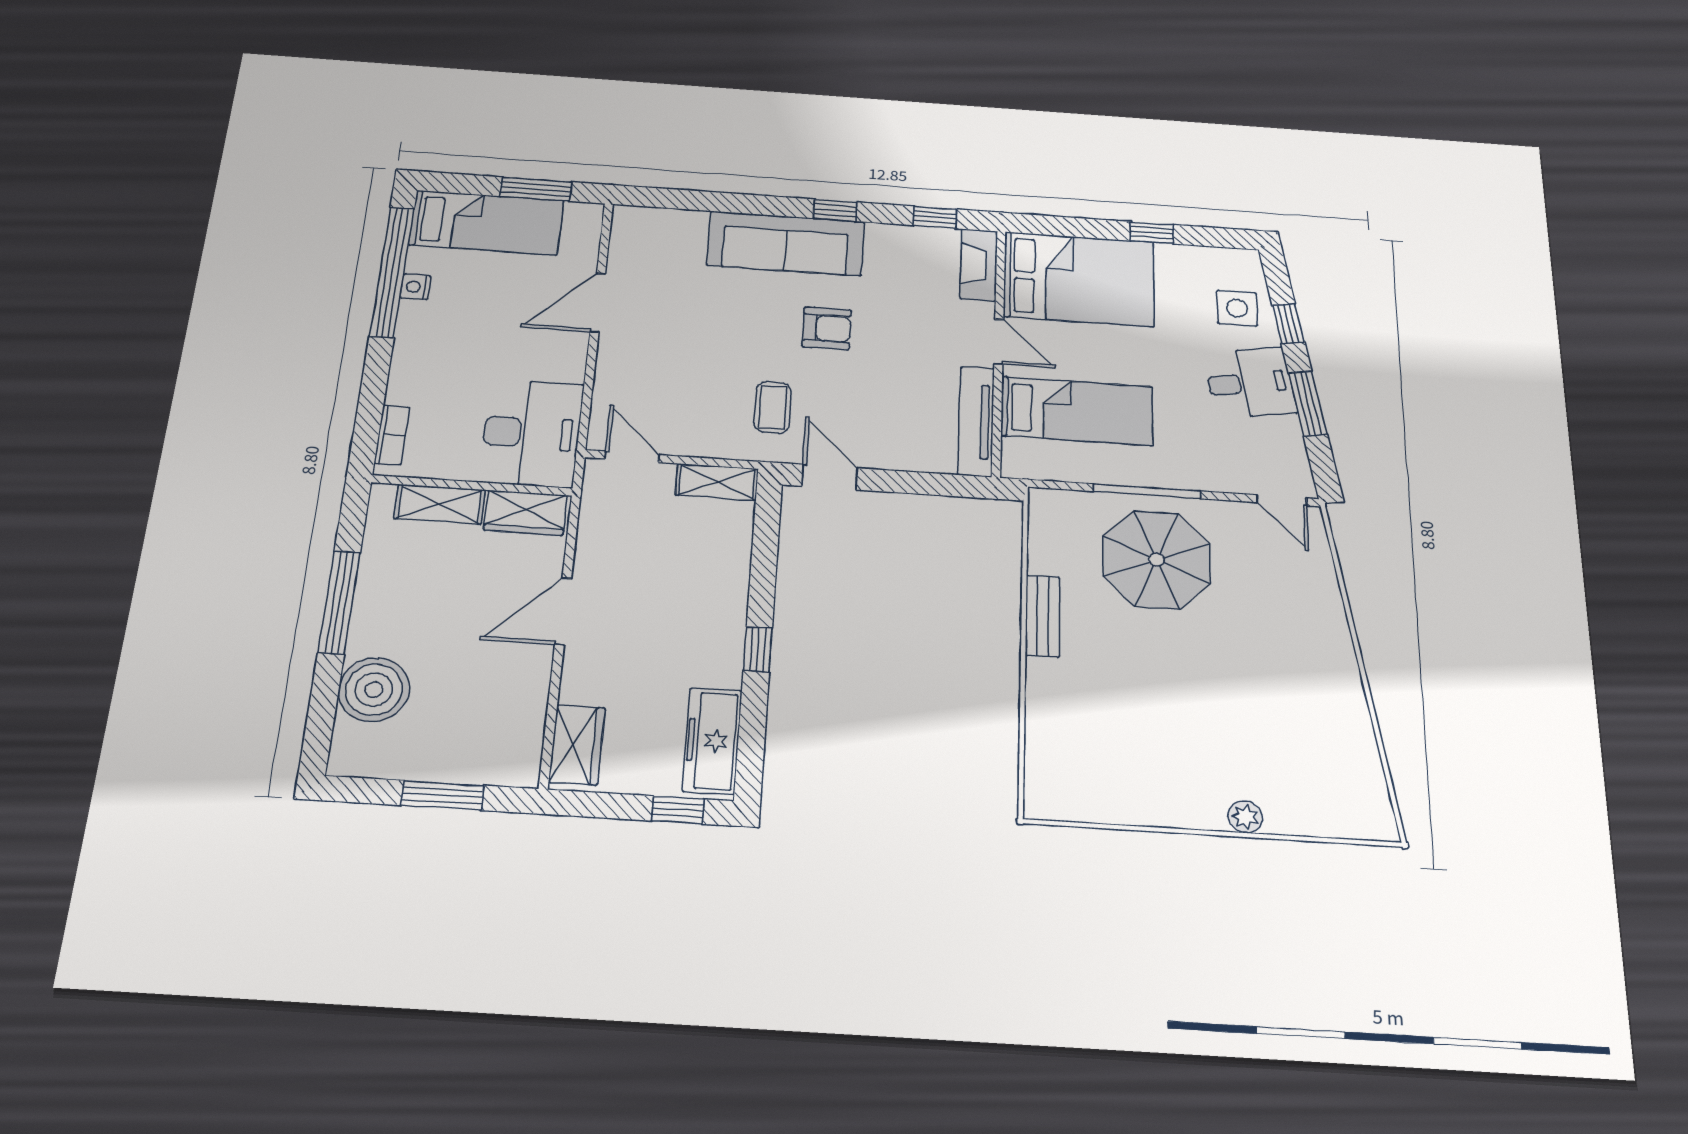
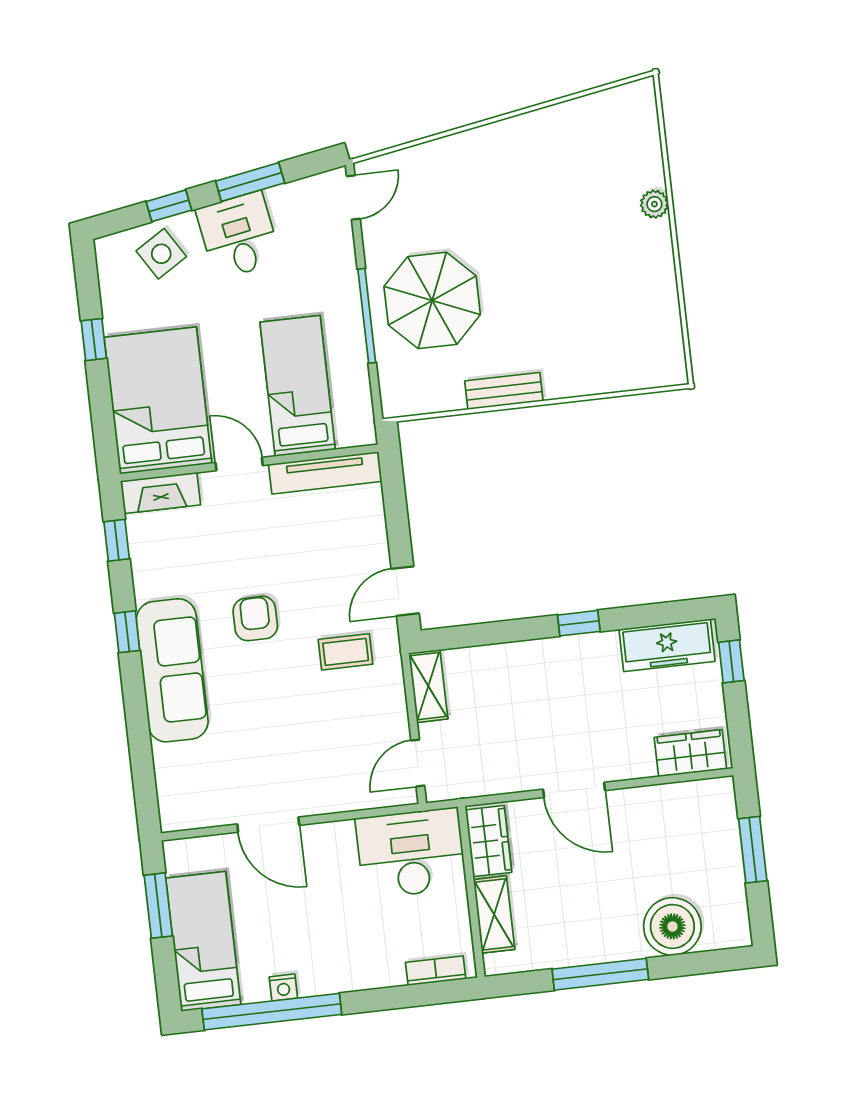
side table: (1237, 308) -> (161, 254), turned -32
door: (999, 342) -> (239, 464), hinge flipped

